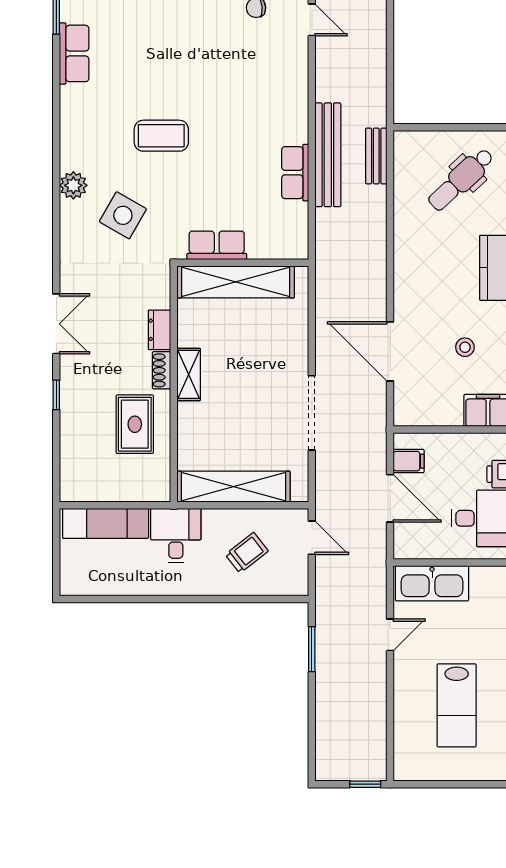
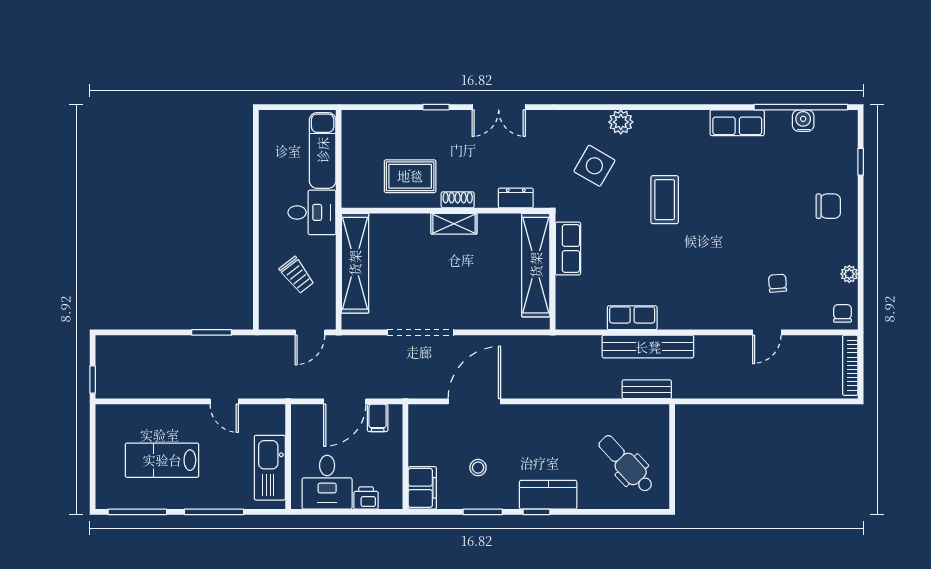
dresser: (159, 330) -> (516, 198), moved
kitchen sink: (432, 583) -> (270, 468), moved

